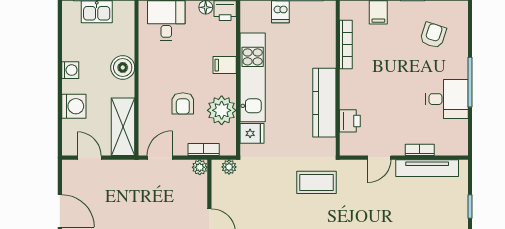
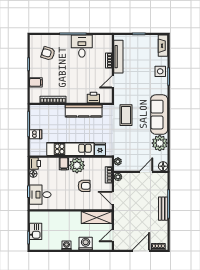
boiler: (123, 67) -> (65, 218), removed
plant: (222, 110) -> (77, 165), moved
door: (379, 158) -> (113, 82), swing flipped

